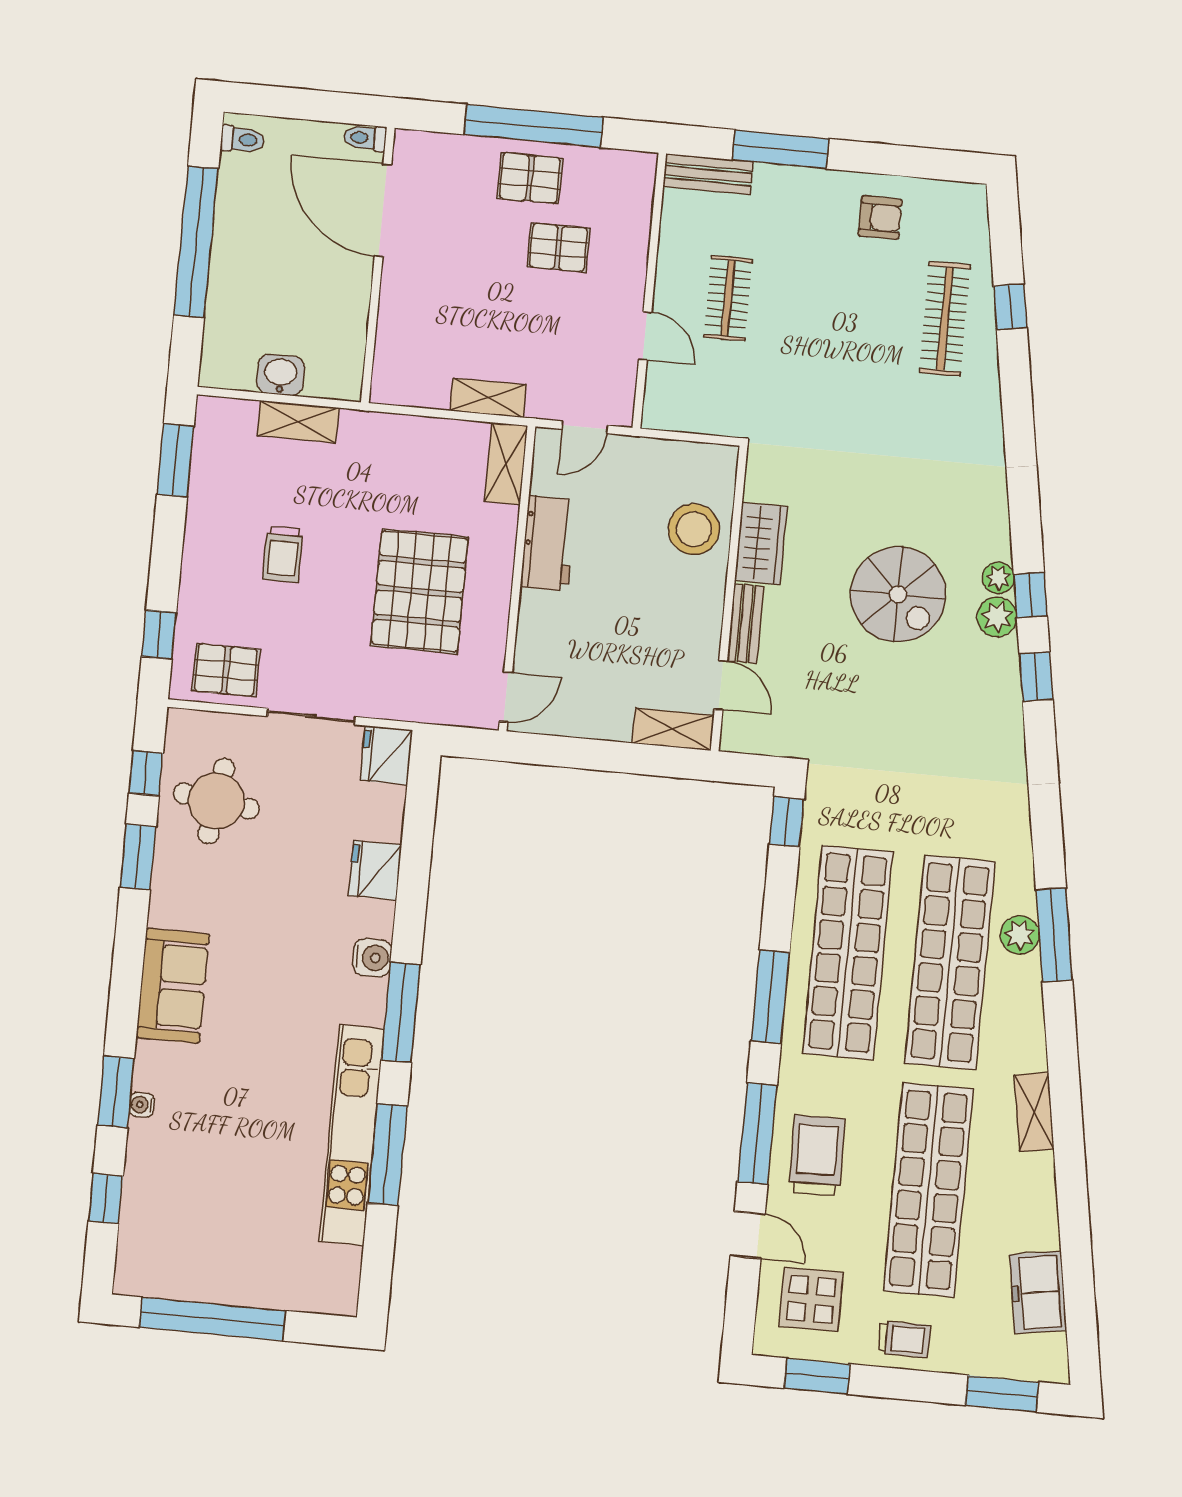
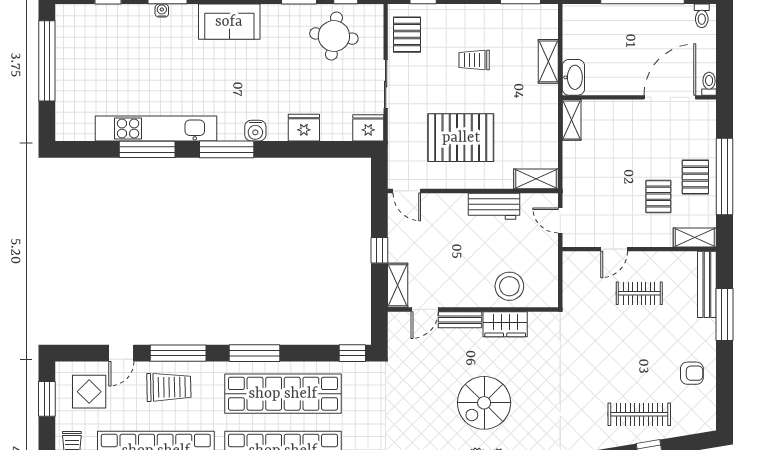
bench: (708, 174) -> (707, 284), width x1.36
shelving: (638, 189) -> (695, 237), added
armchair: (880, 218) -> (692, 373), turned -90
washbasin: (281, 375) -> (573, 77), moved, width x1.38
shelving: (488, 398) -> (572, 120), moved
window: (607, 756) -> (379, 250), added

